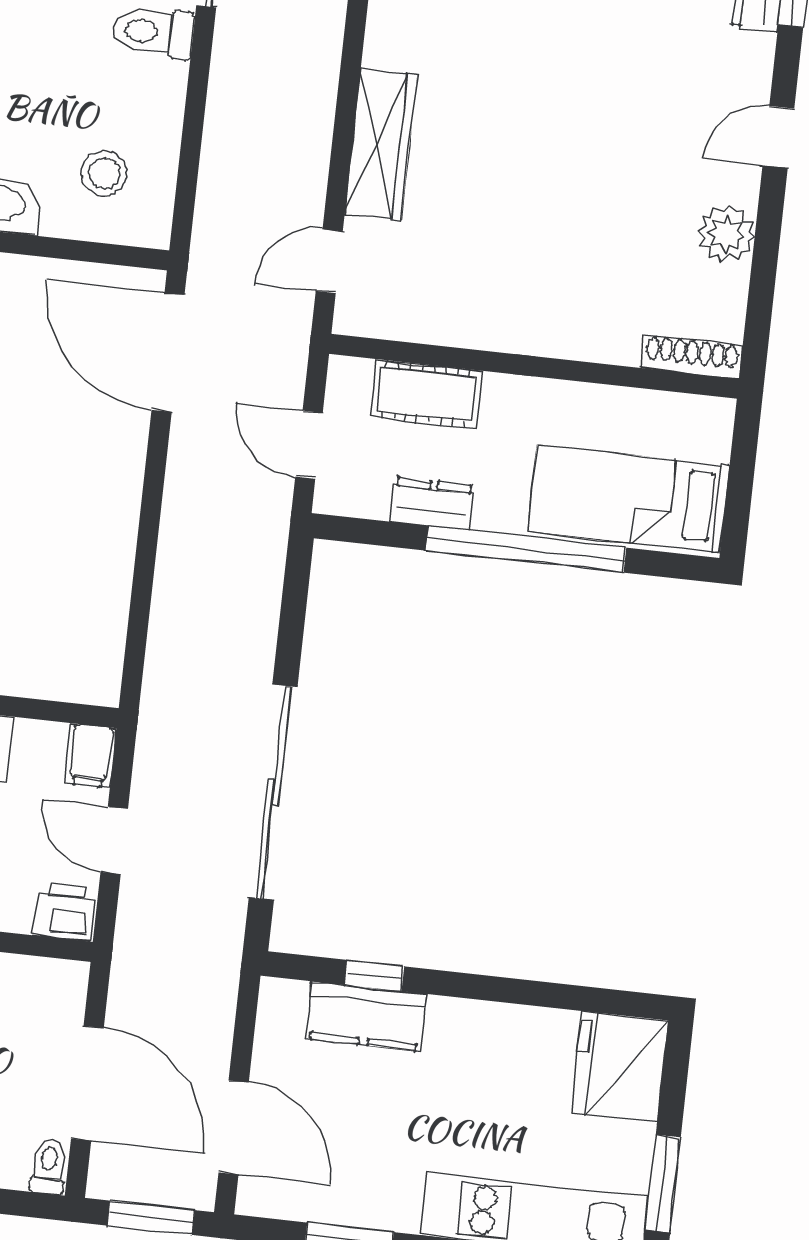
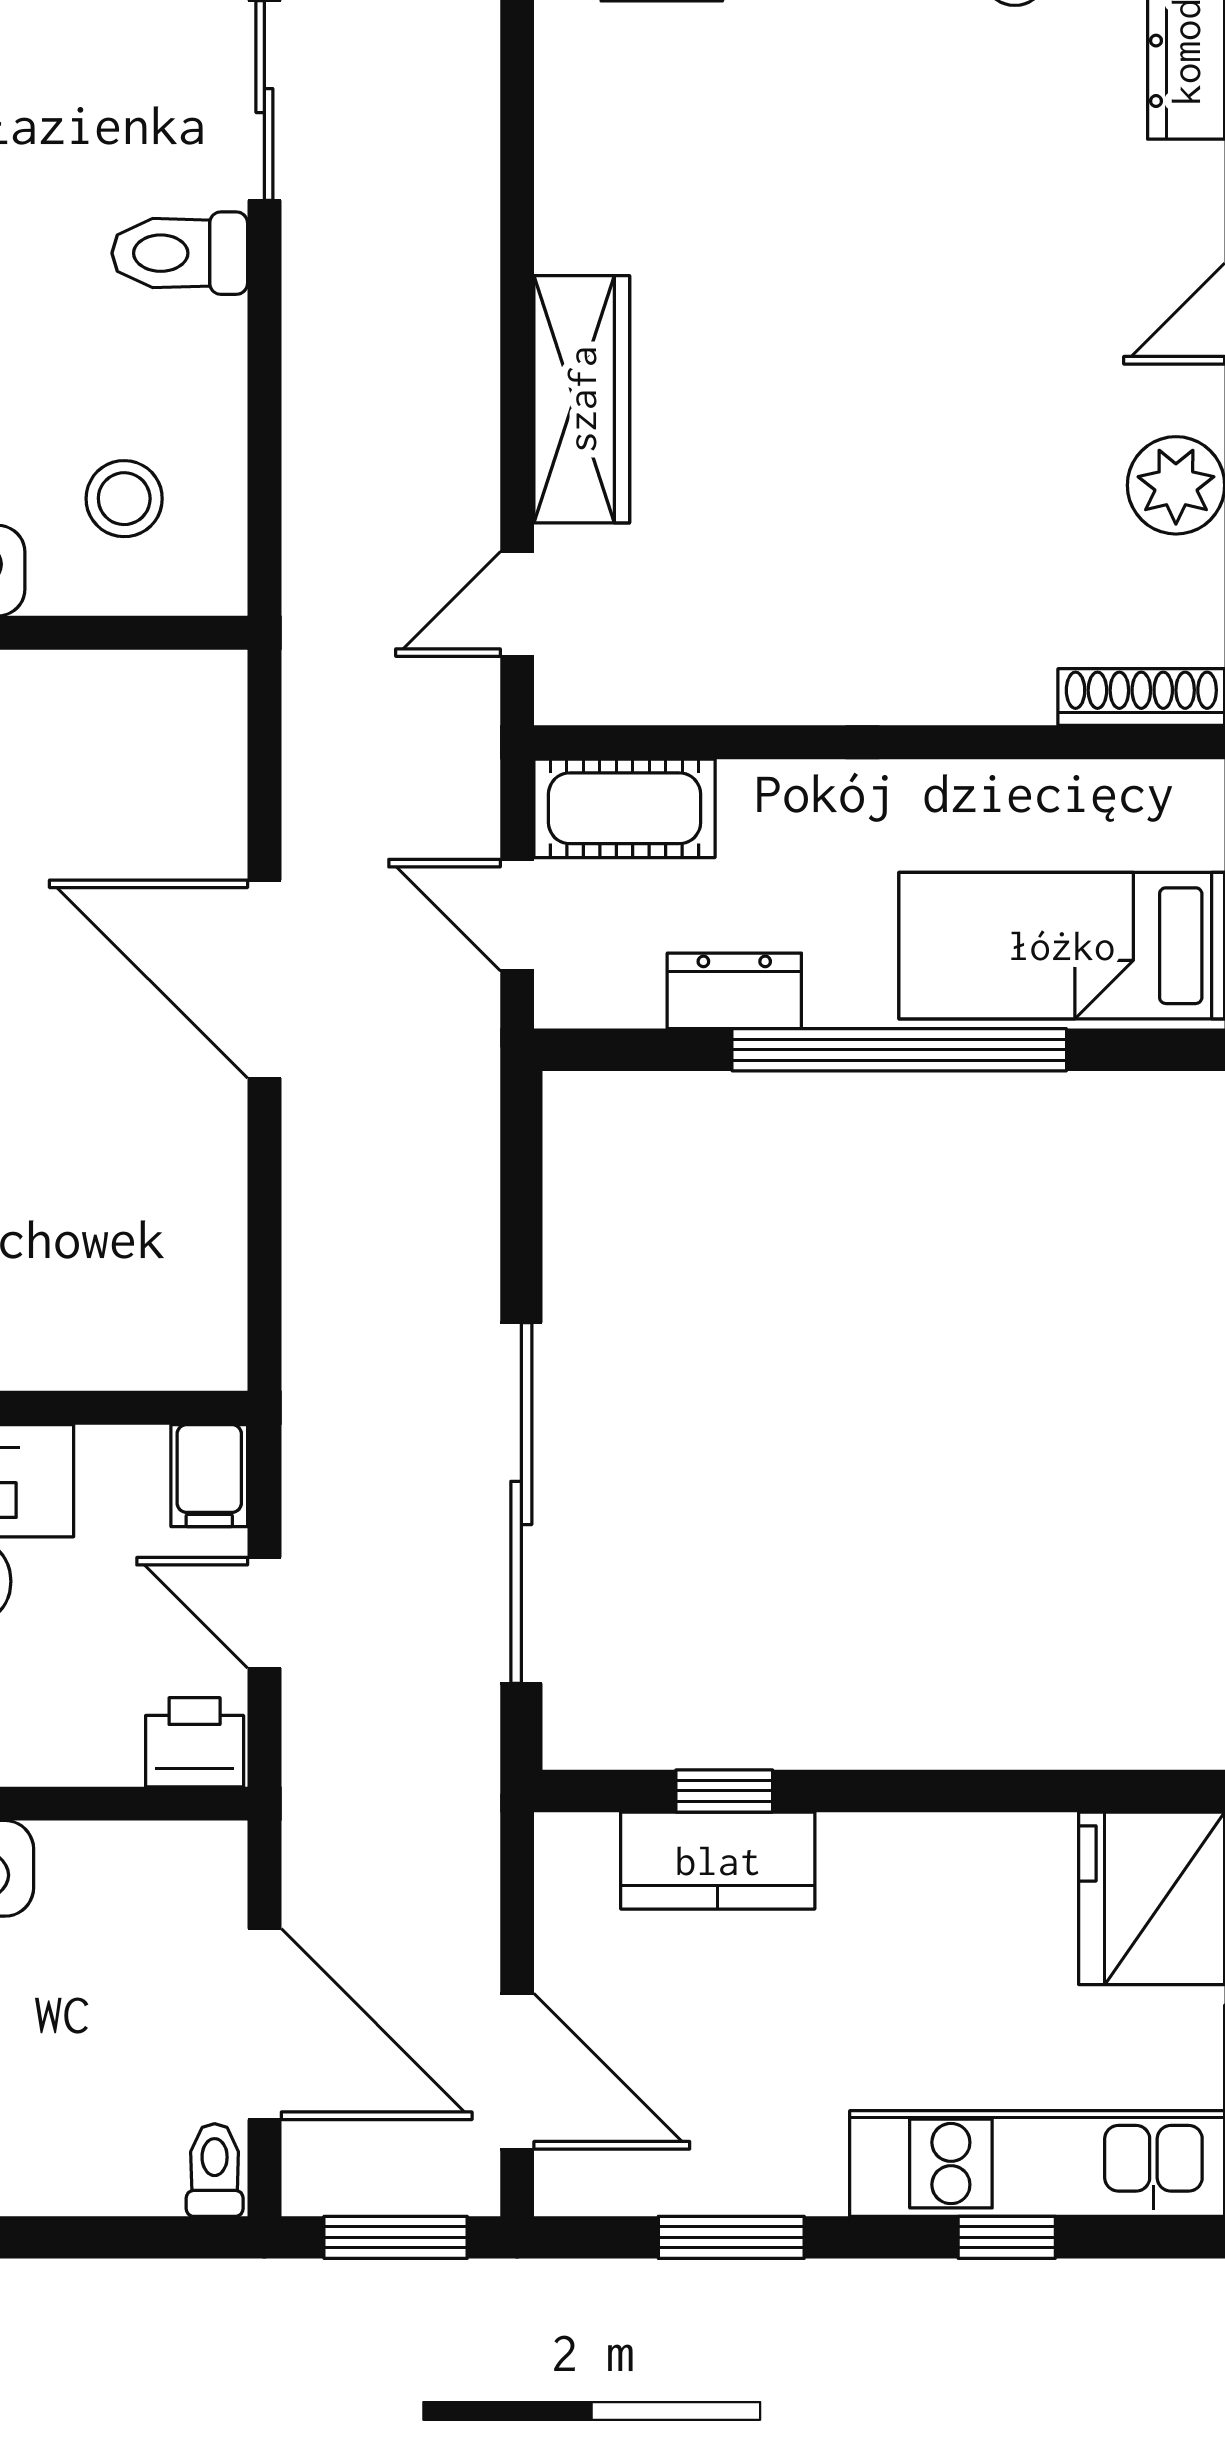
door: (168, 352) -> (264, 979), moved
cot: (426, 394) -> (625, 808), moved

